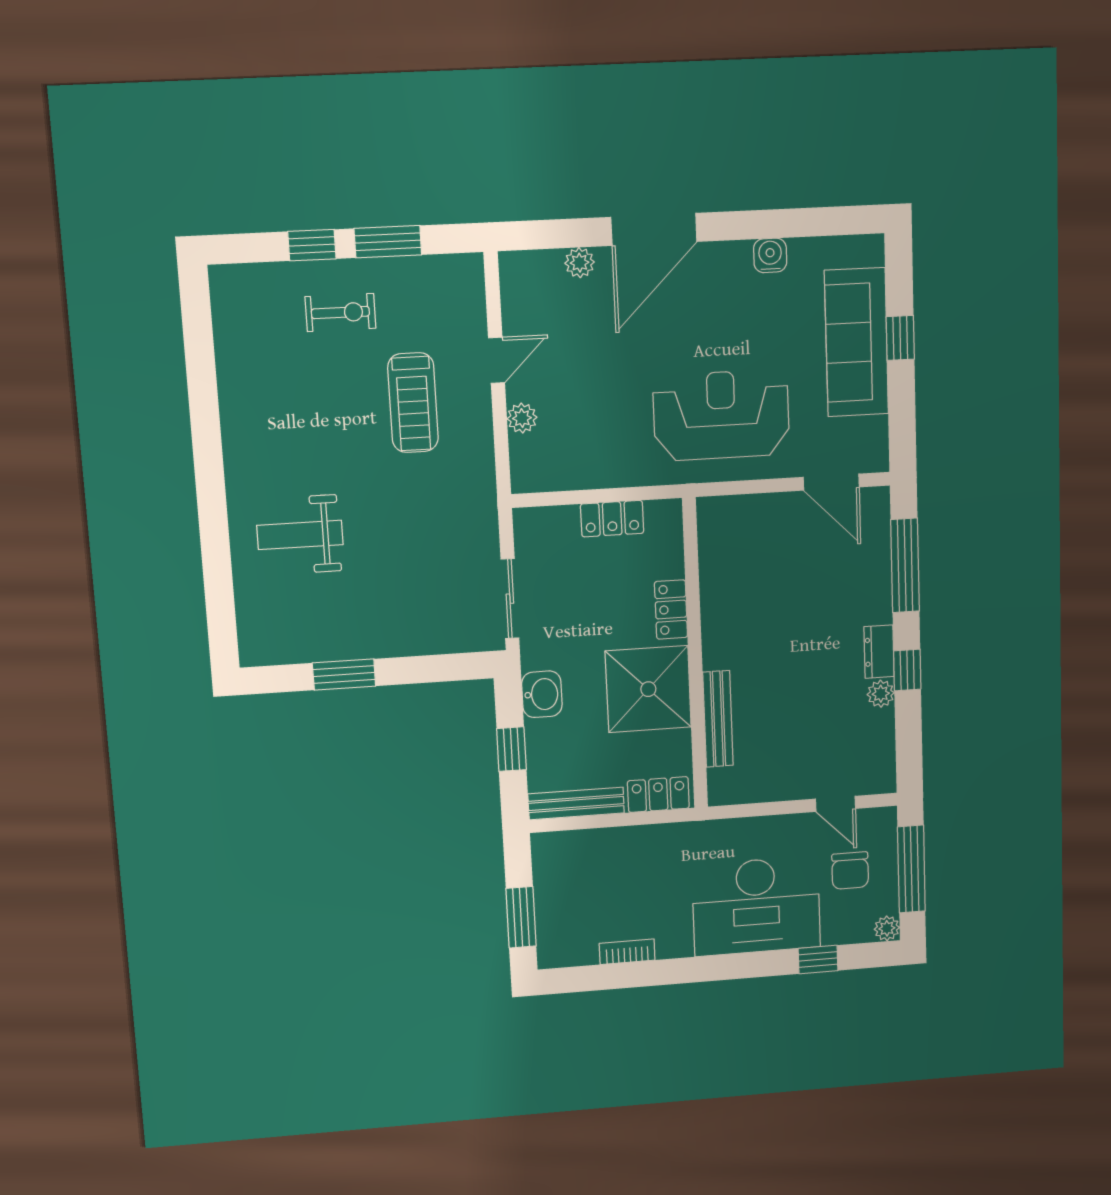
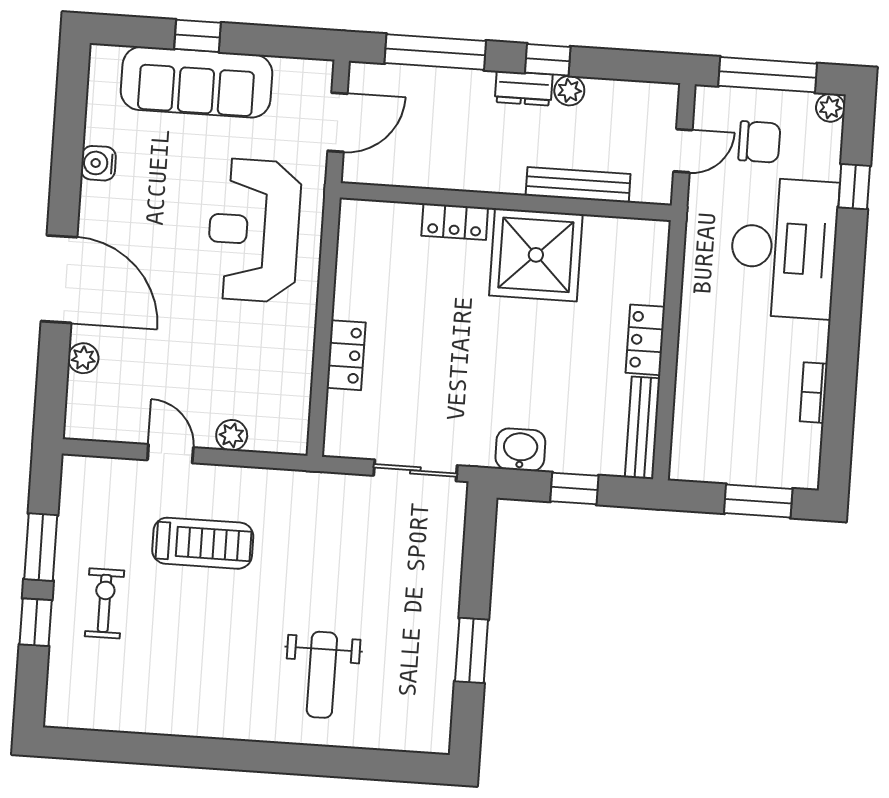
locker: (671, 610) -> (455, 222), moved
wall: (695, 655) -> (506, 202), moved
shower: (648, 689) -> (536, 255), moved
bench: (718, 719) -> (578, 185), moved

